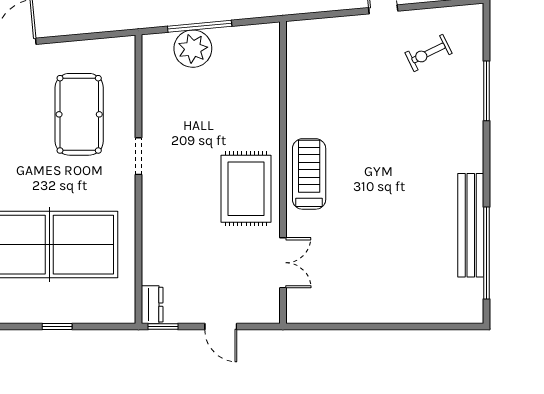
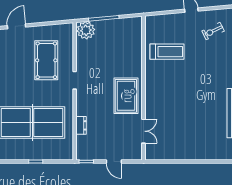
plant: (193, 49) -> (86, 30), moved
treadmill: (309, 174) -> (167, 52), moved, turned 90
dresser: (152, 305) -> (81, 125), moved

